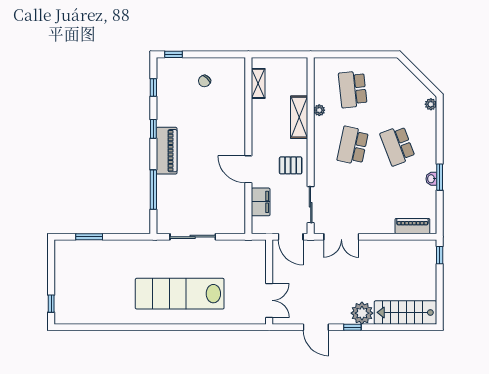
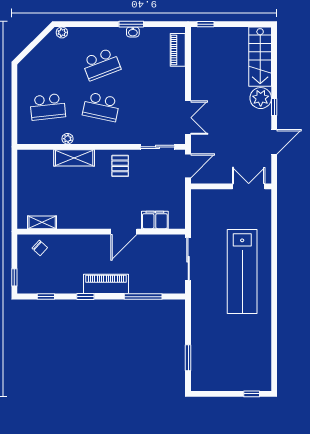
shelving: (258, 83) -> (42, 222), moved
wall: (248, 146) -> (101, 232), moved
door: (248, 169) -> (124, 232), moved
filing cabinet: (261, 202) -> (155, 220), moved

